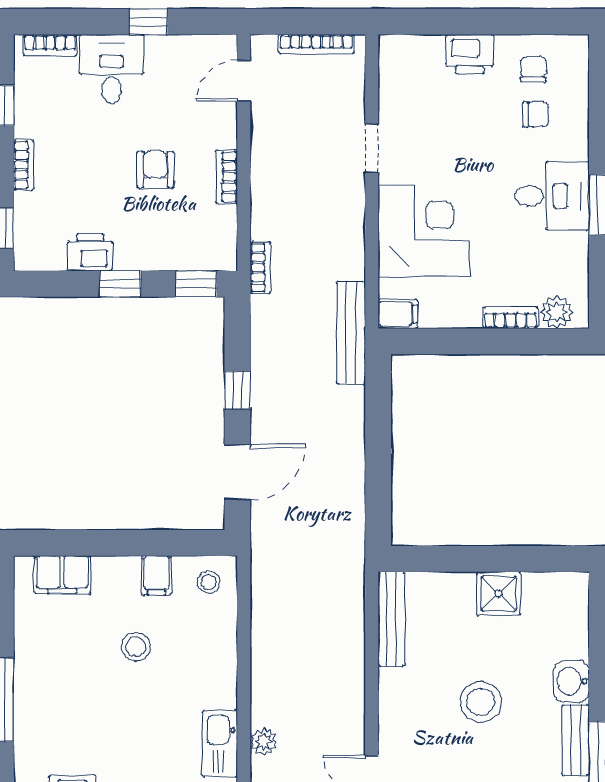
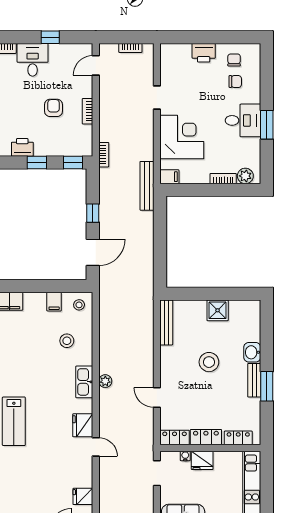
bookcase: (316, 44) -> (130, 48), width x0.64
stool: (136, 647) -> (67, 341), moved

